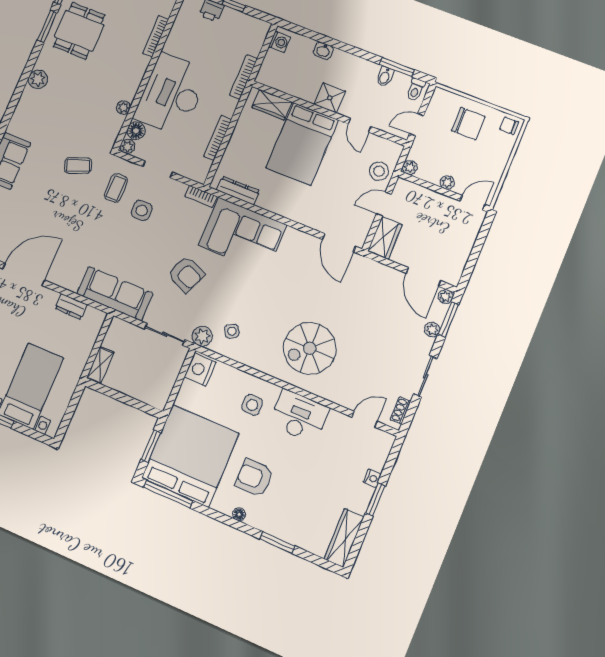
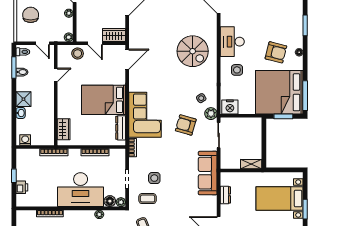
shower: (330, 98) -> (23, 99), moved
bed: (302, 144) -> (103, 100), moved, turned 180
armchair: (186, 274) -> (186, 125), moved, turned -97
armchair: (254, 478) -> (276, 52), turned -76

